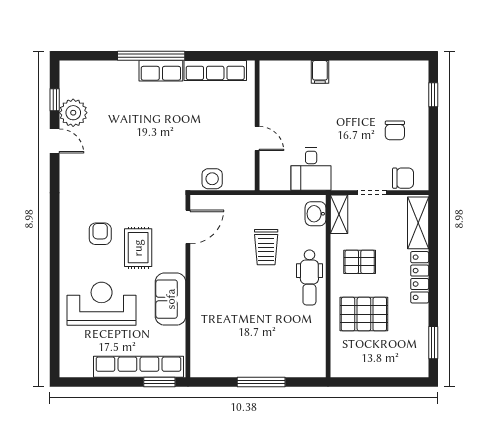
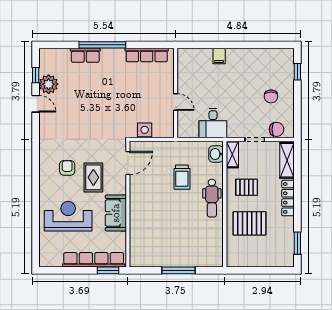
row of seats: (161, 71) -> (85, 55), moved

